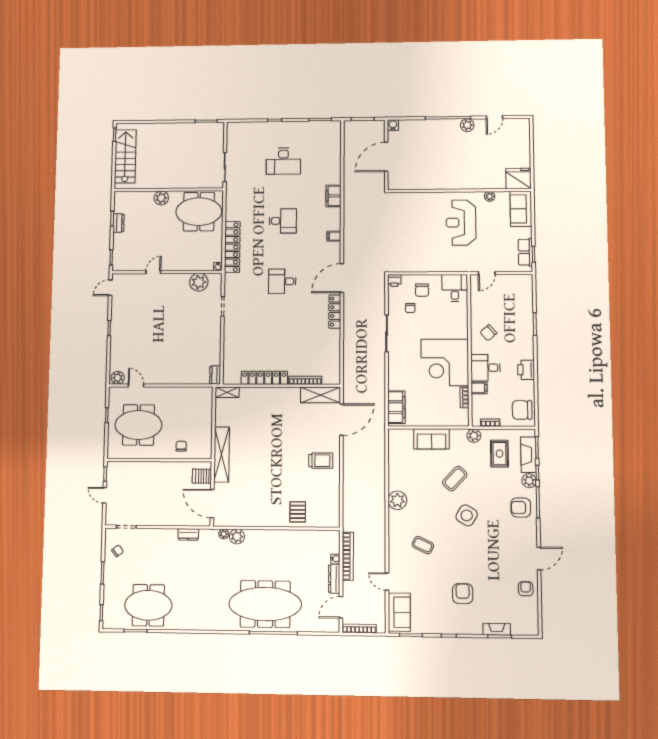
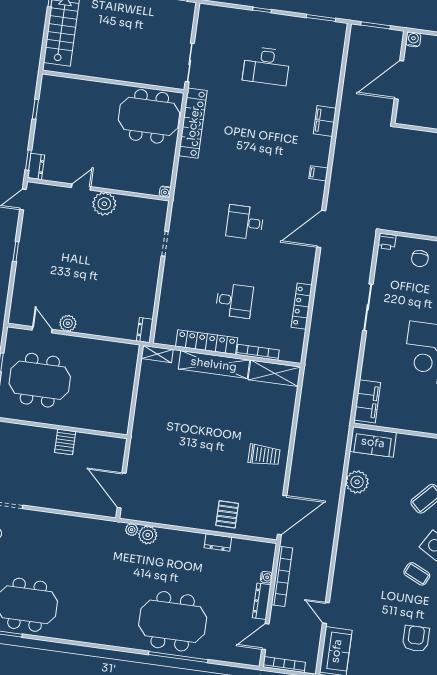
plant: (161, 198) -> (102, 91), removed
desk: (283, 221) -> (234, 301), moved
dresser: (119, 223) -> (36, 166), moved
locker: (232, 247) -> (193, 123), moved
plant: (199, 282) -> (104, 204), moved
chair: (410, 308) -> (402, 279), removed
locker: (335, 312) -> (302, 306), moved
plant: (118, 378) -> (68, 323), moved
door: (342, 420) -> (282, 515), moved
sofa: (432, 439) -> (373, 442), moved
chair: (181, 446) -> (91, 414), removed
shelving: (222, 454) -> (214, 364), moved, turned 90
server rack: (202, 476) -> (65, 442), moved, turned -90
plant: (397, 500) -> (357, 482), moved
dresser: (188, 534) -> (218, 542), moved
coffee table: (423, 545) -> (417, 574), moved
meeting table: (265, 604) -> (173, 621), width x0.73

